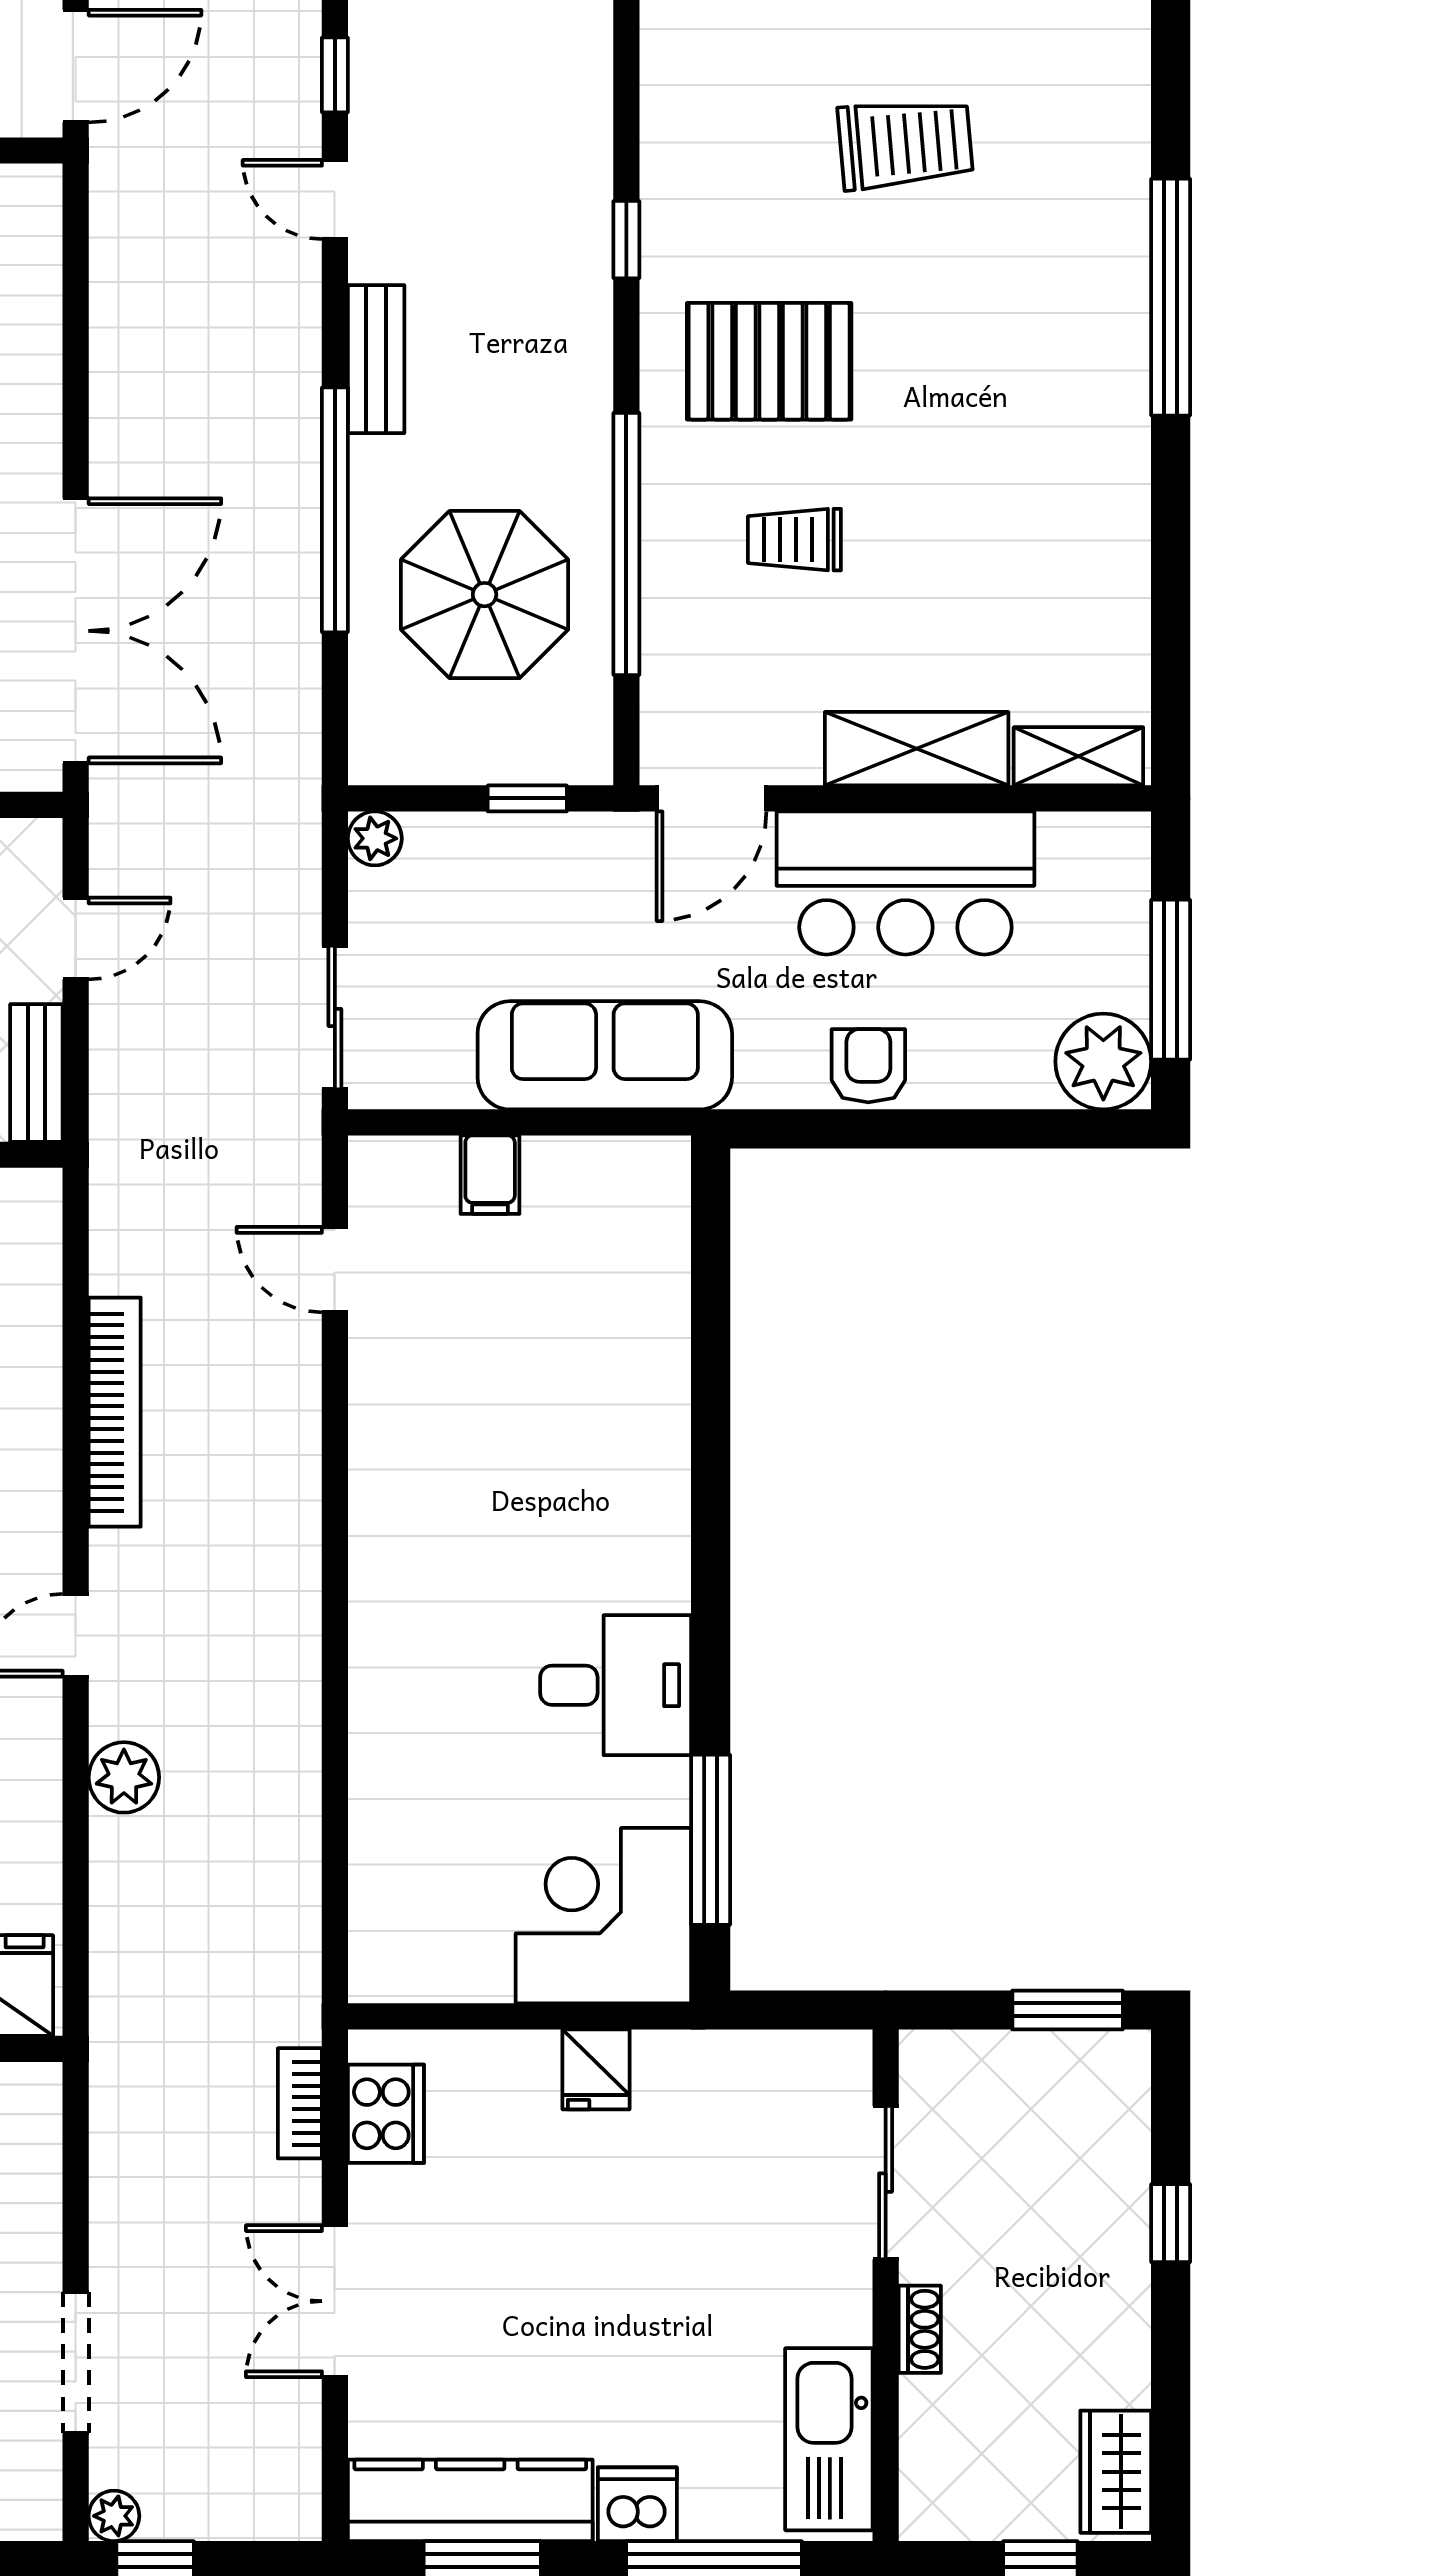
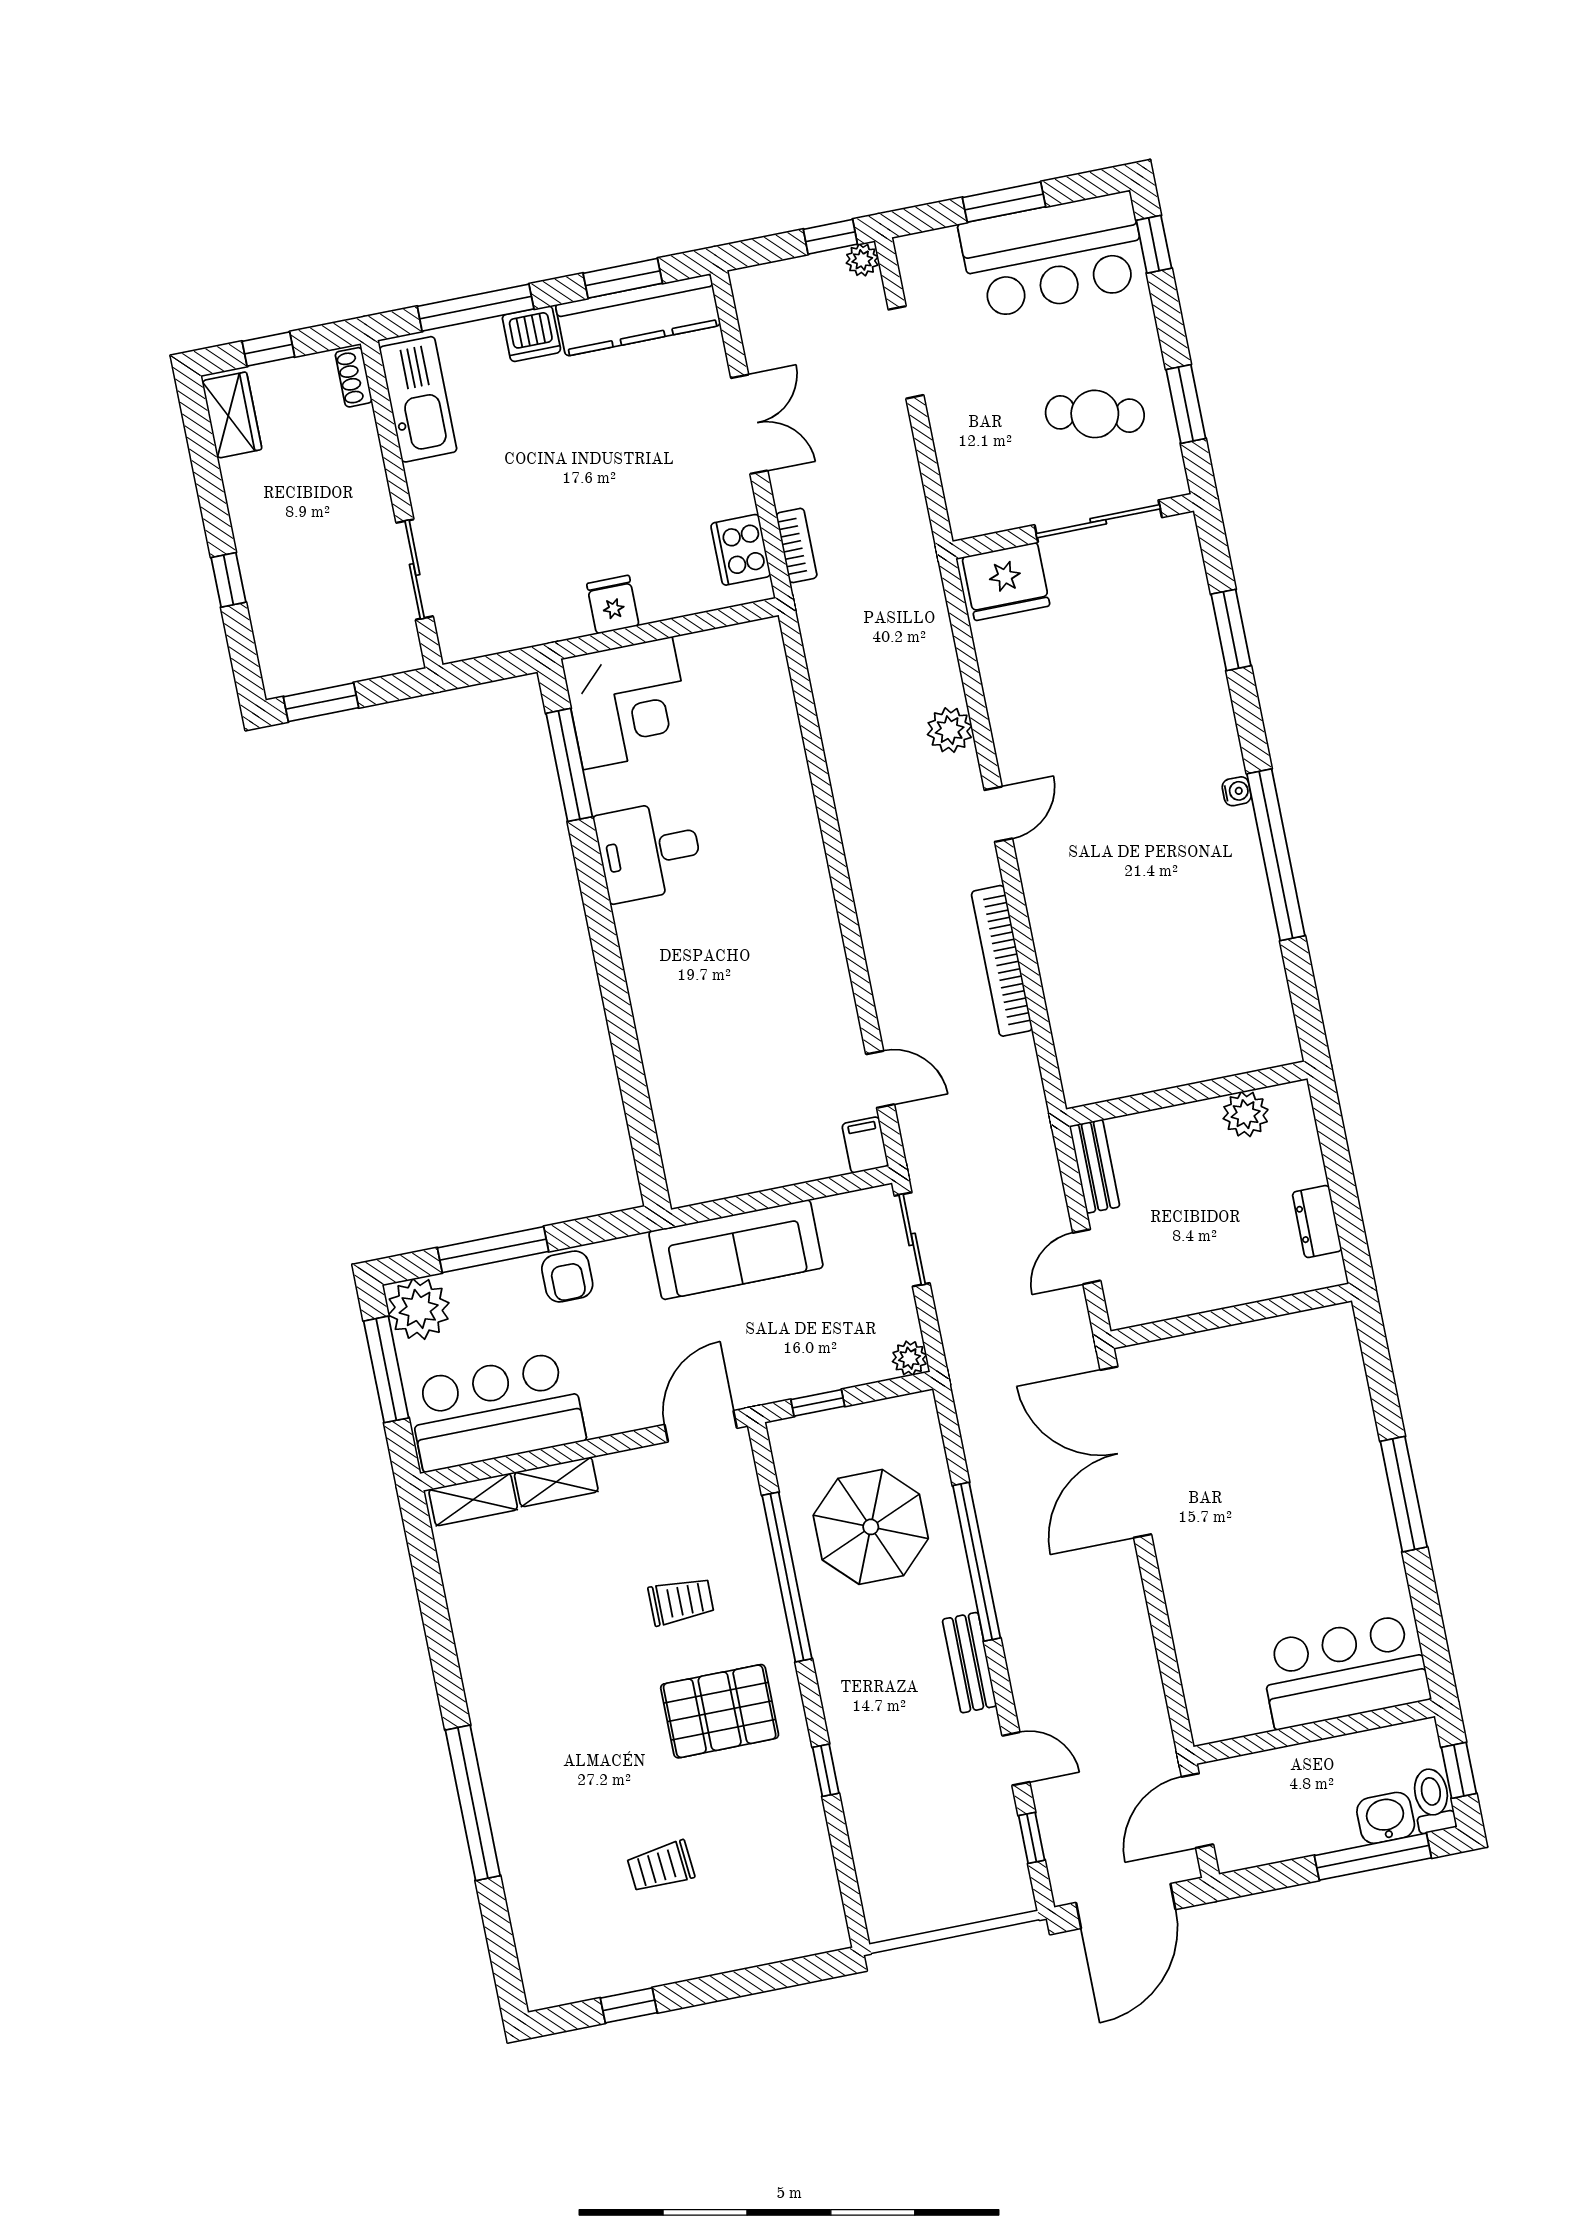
trolley: (905, 144) -> (661, 1867), width x0.73, depth x0.72
shelving: (917, 749) -> (556, 1482), width x0.67, depth x0.75
bar counter: (905, 883) -> (496, 1411), moved
window: (973, 1129) -> (493, 1250), added
filing cabinet: (490, 1175) -> (865, 1145), moved
shoe rack: (920, 2329) -> (354, 377), moved

